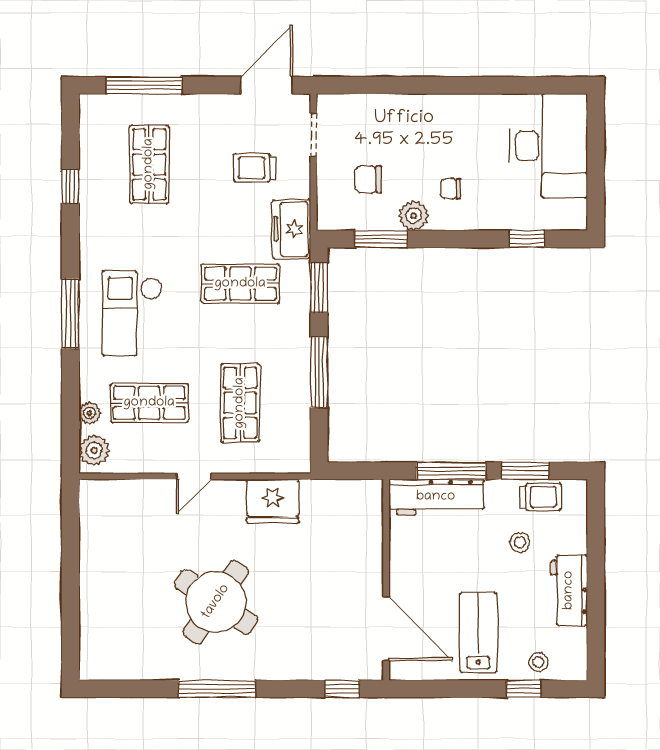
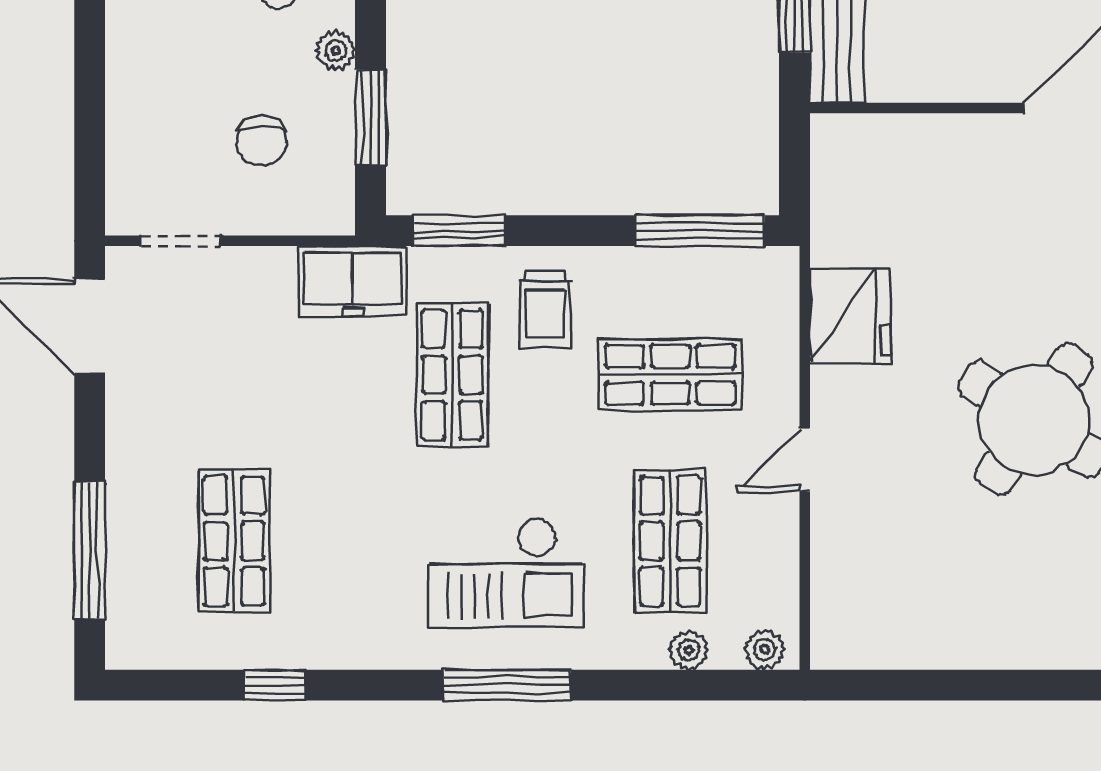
shop shelf: (149, 164) -> (234, 541), turned 90
trolley: (255, 168) -> (545, 308), moved
plant: (414, 216) -> (335, 51), width x0.73, depth x0.73
window: (319, 372) -> (700, 231), moved
plant: (94, 450) -> (765, 649), width x0.73, depth x0.73
door: (194, 476) -> (805, 460), swing flipped

